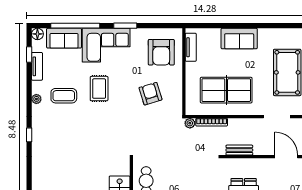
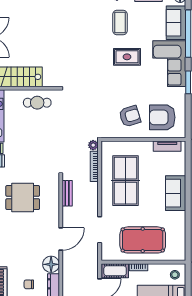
armchair: (150, 94) -> (130, 116), moved

